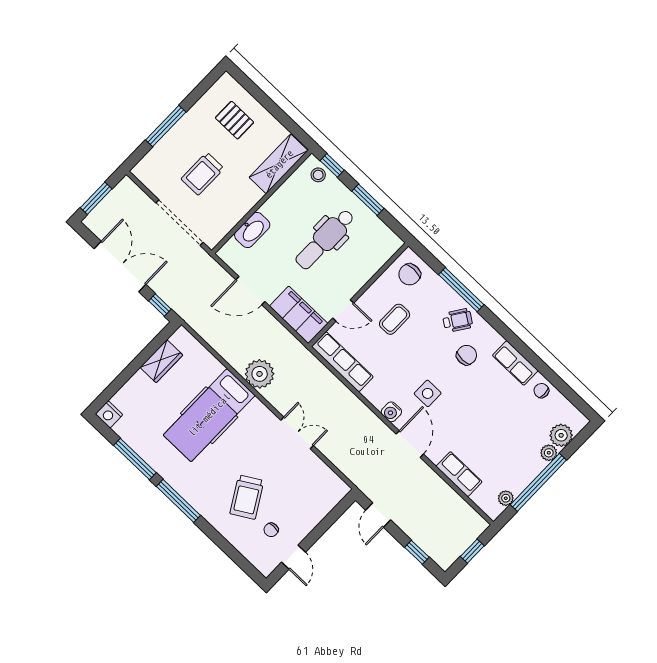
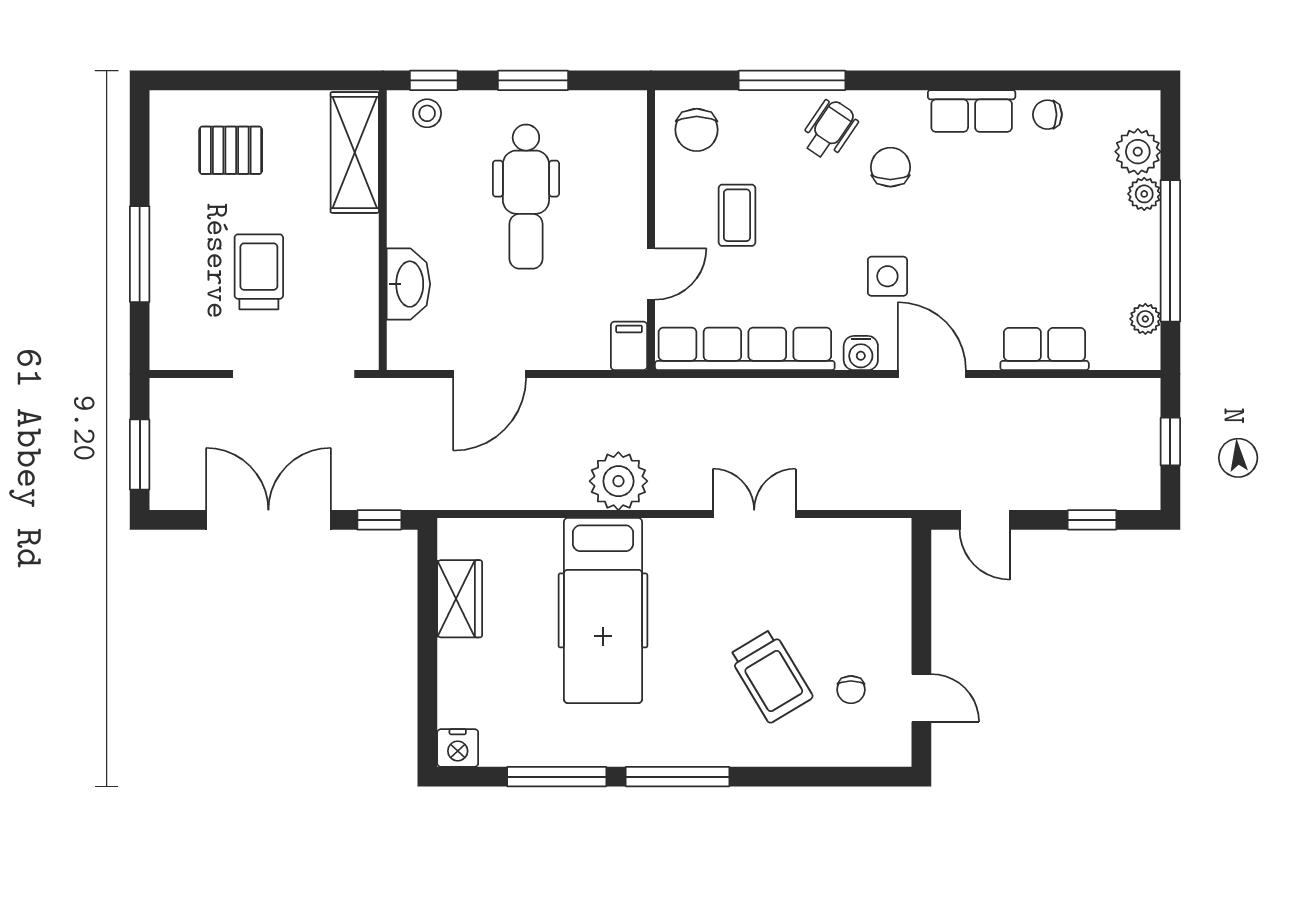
trolley: (203, 174) -> (259, 272), turned 180
filing cabinet: (299, 315) -> (629, 346), width x0.33, depth x0.86
row of seats: (342, 362) -> (745, 349), width x1.36

